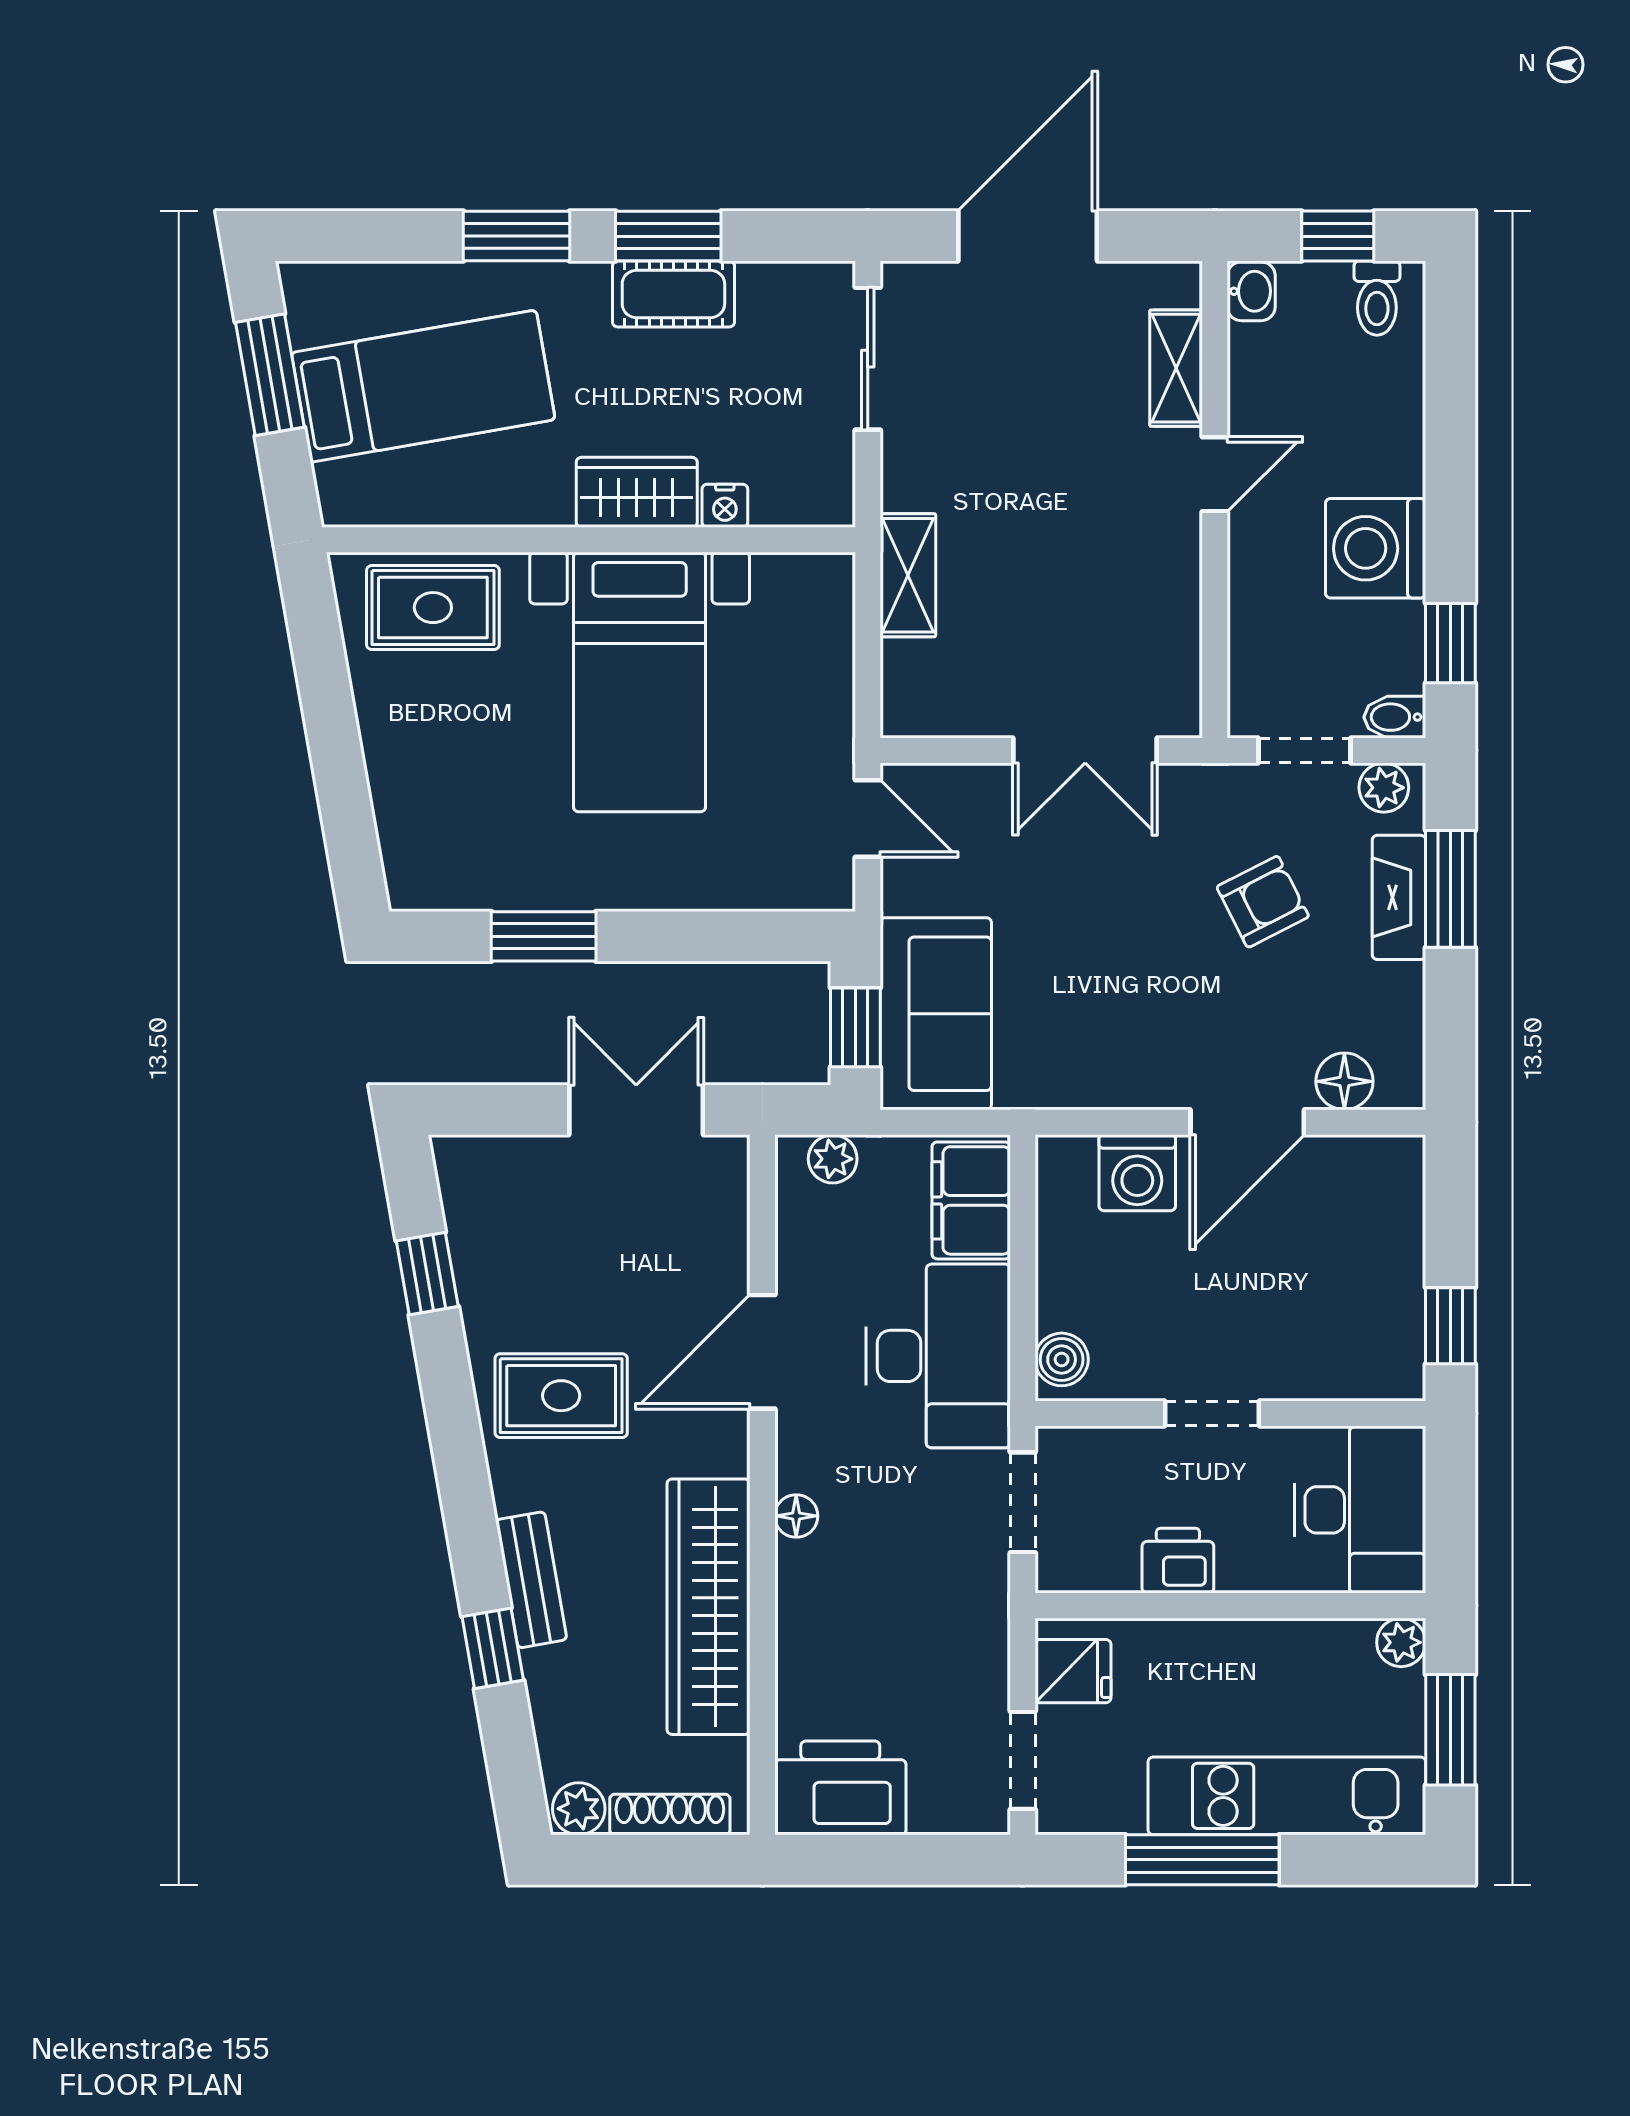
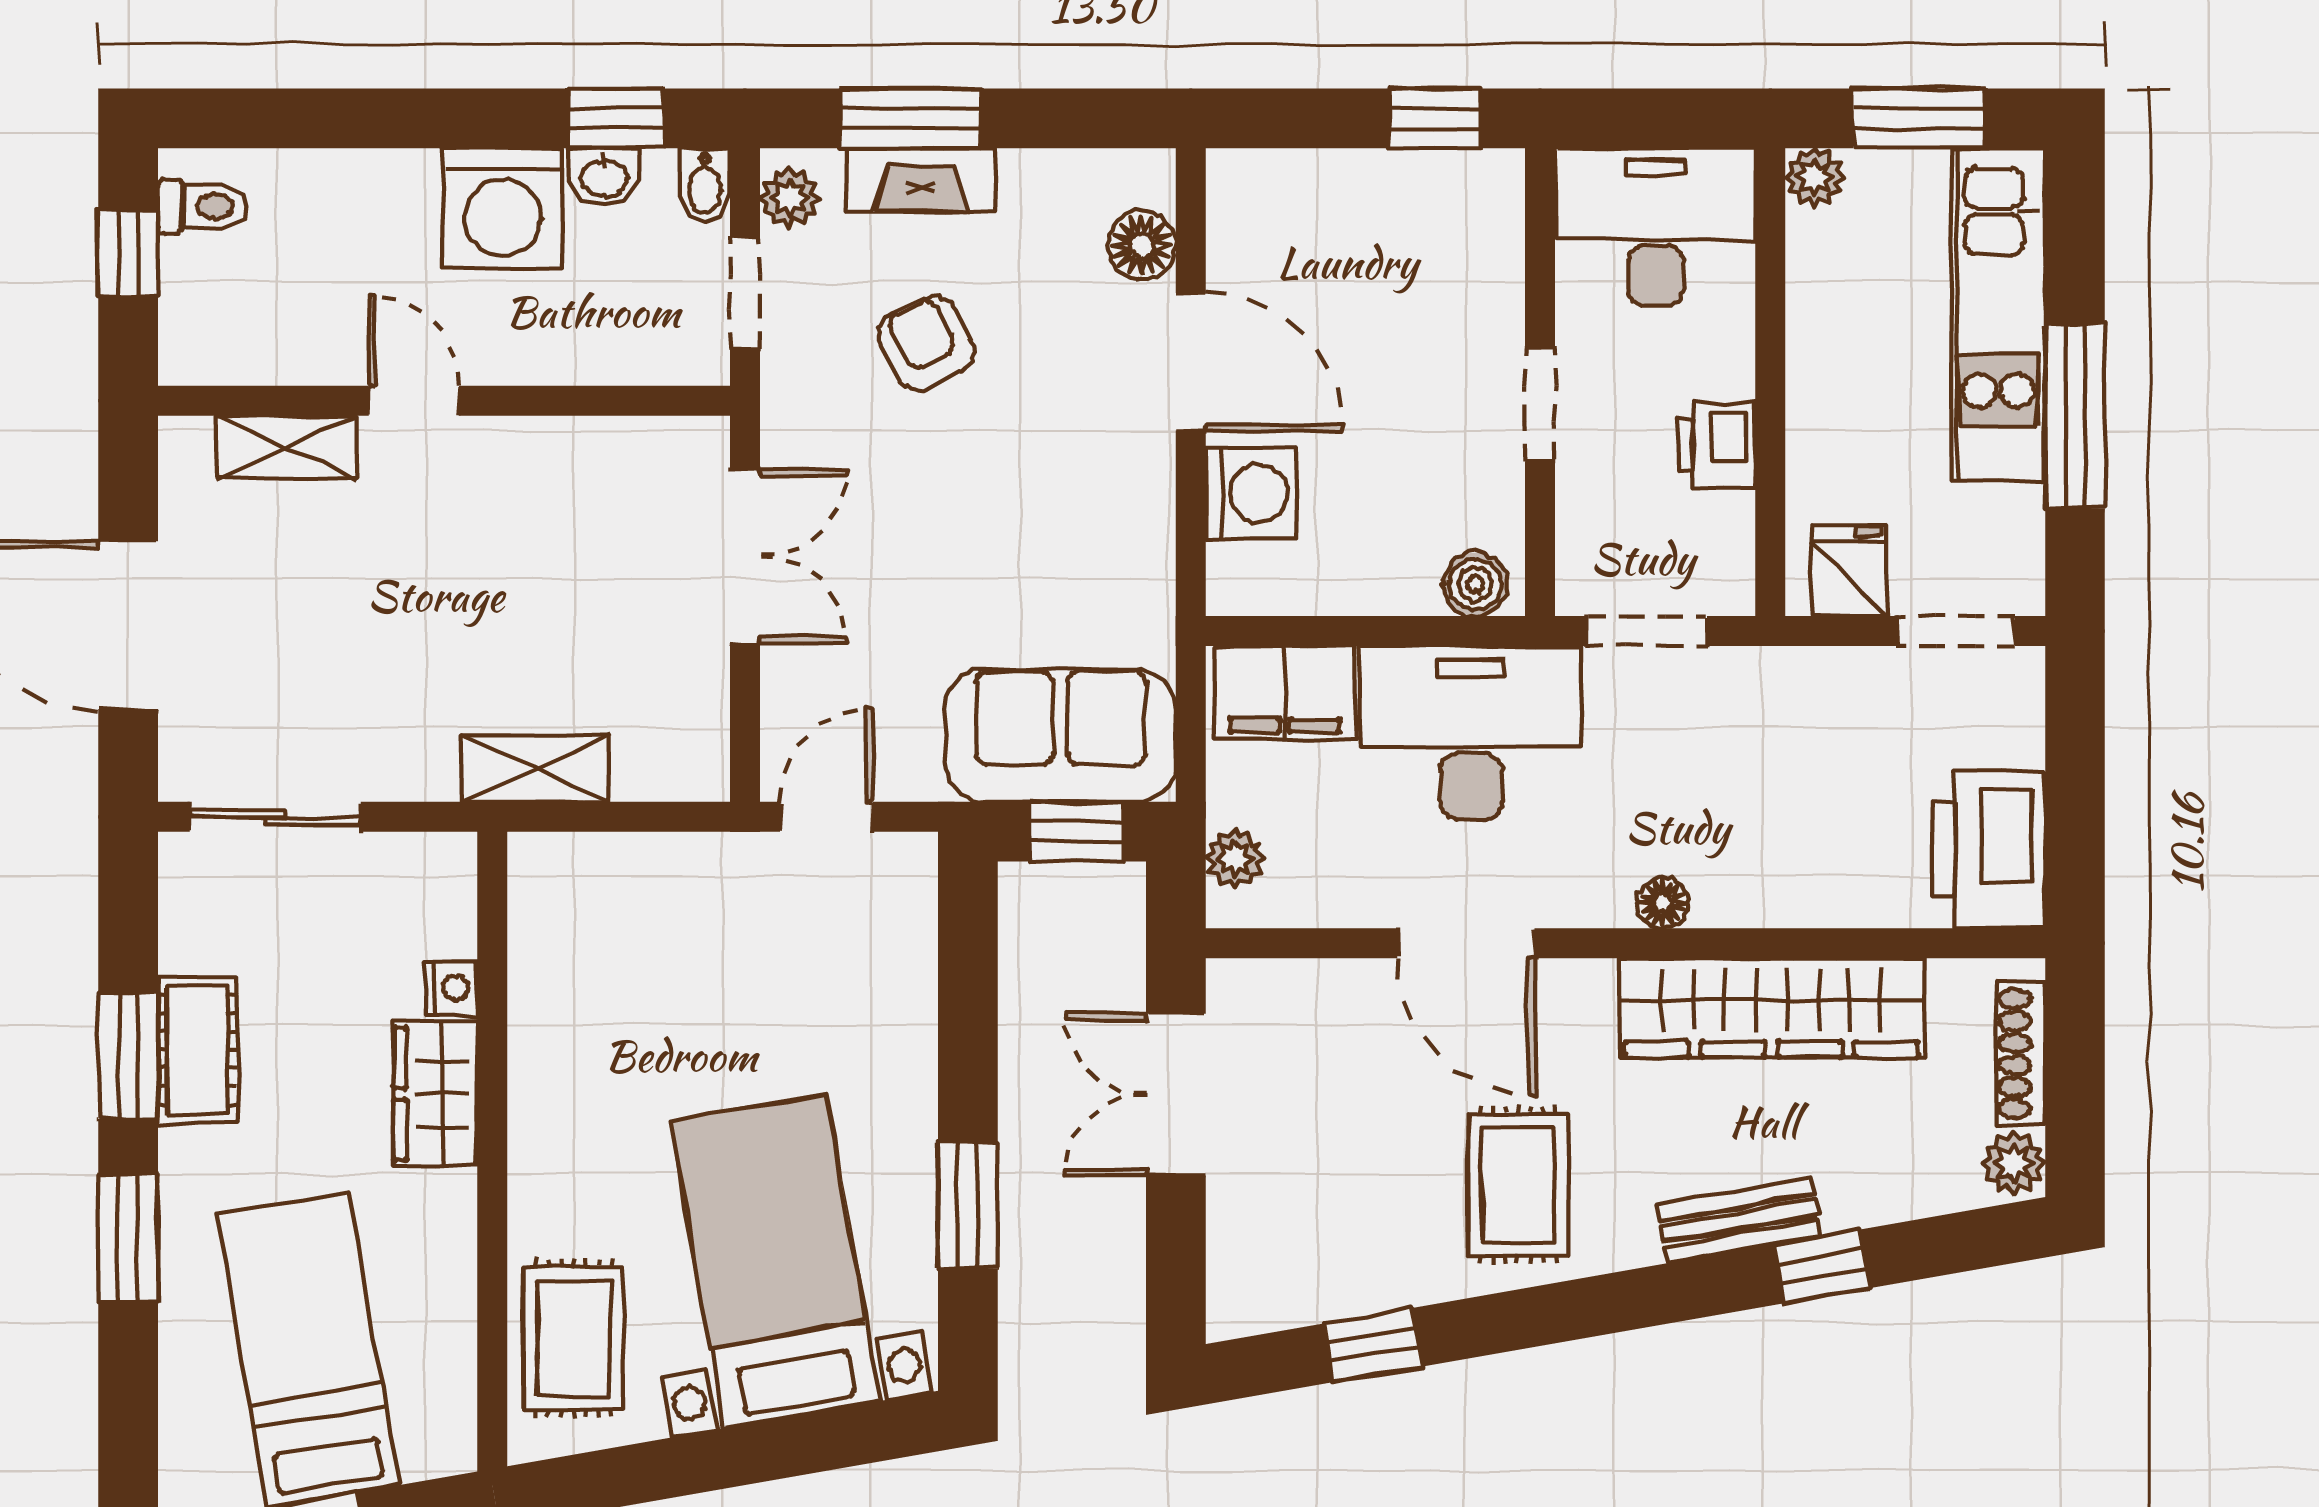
washbasin: (1251, 291) -> (604, 177), moved, turned 180
bed with nightstands: (640, 682) -> (775, 1261), moved, turned -100

